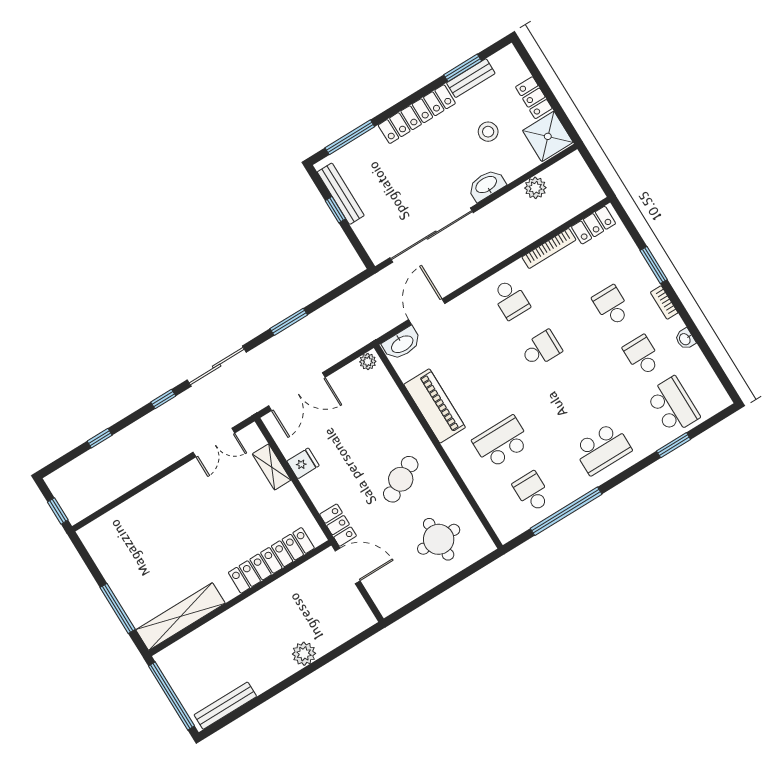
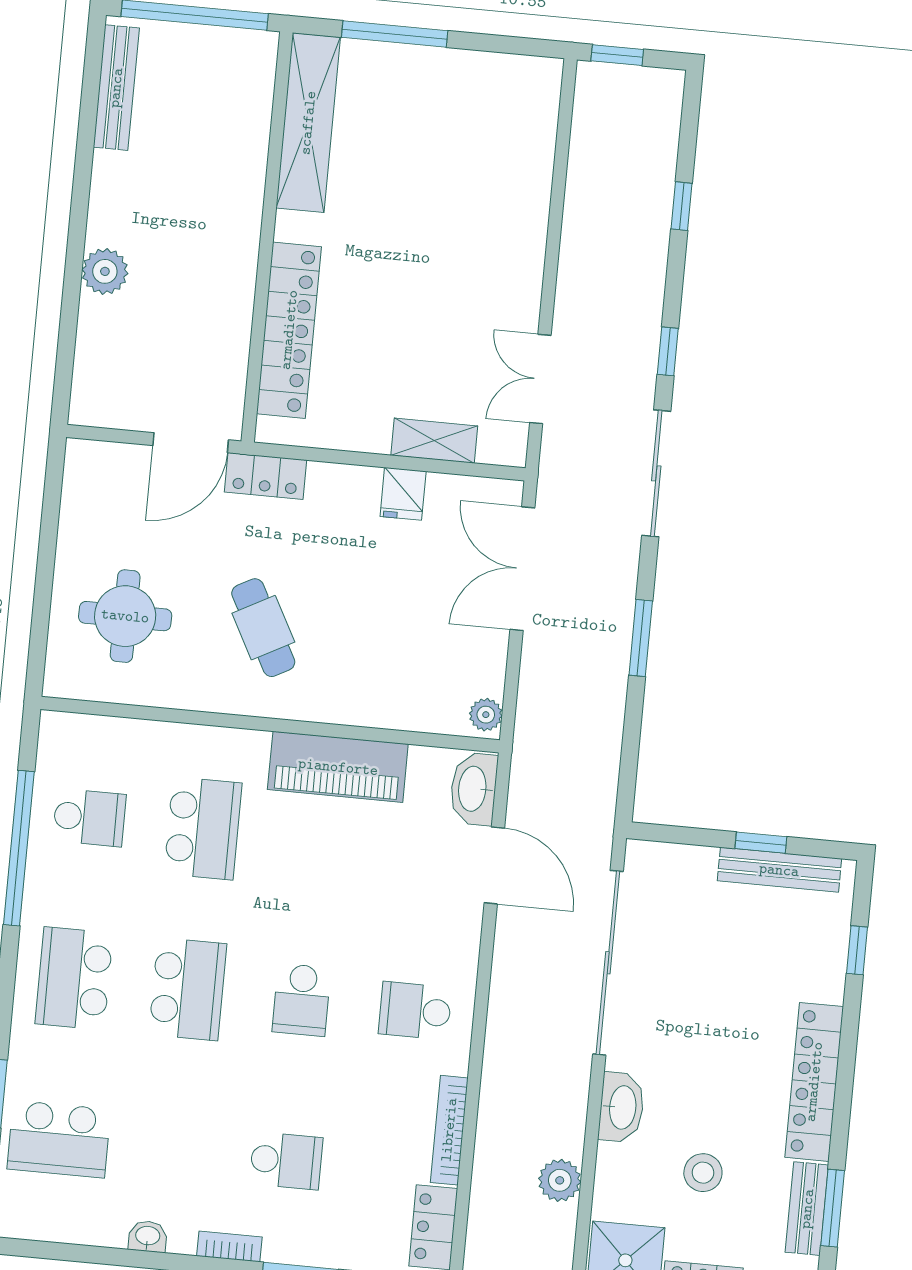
window: (350, 137) -> (857, 950), width x0.46
school desk: (642, 355) -> (188, 989), moved, width x1.85

